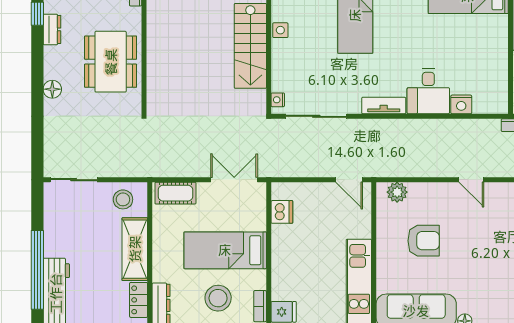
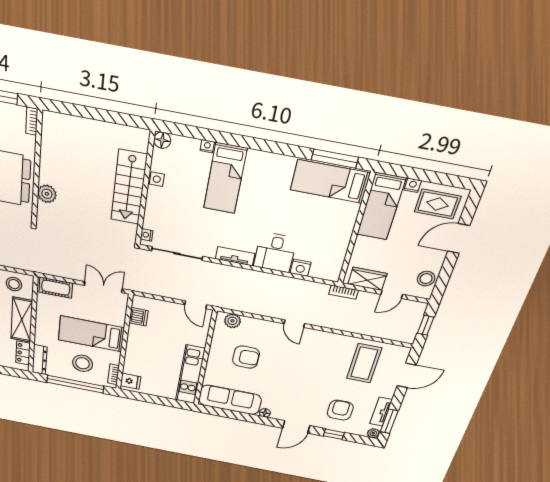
plant: (157, 72) -> (47, 194), added

